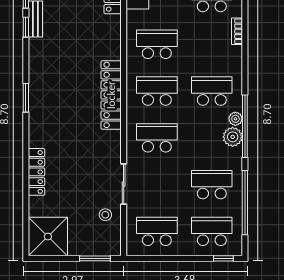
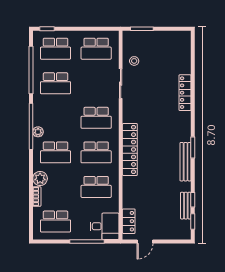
bench: (36, 78) -> (186, 162), added
plant: (233, 137) -> (40, 178), moved
shower: (48, 237) -> (177, 45), removed

